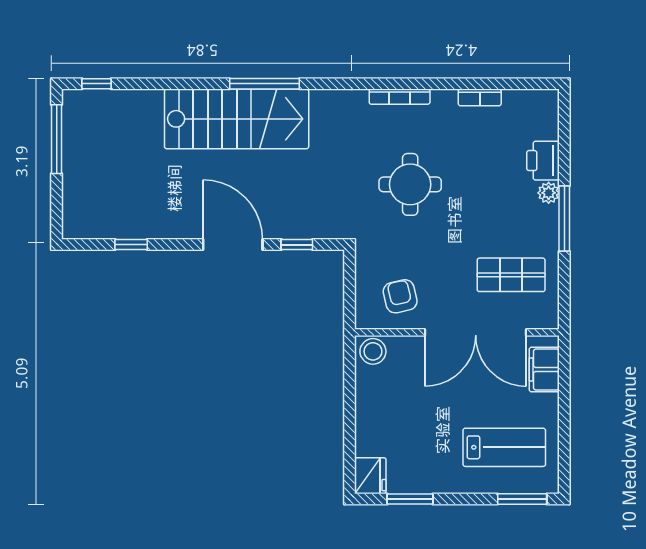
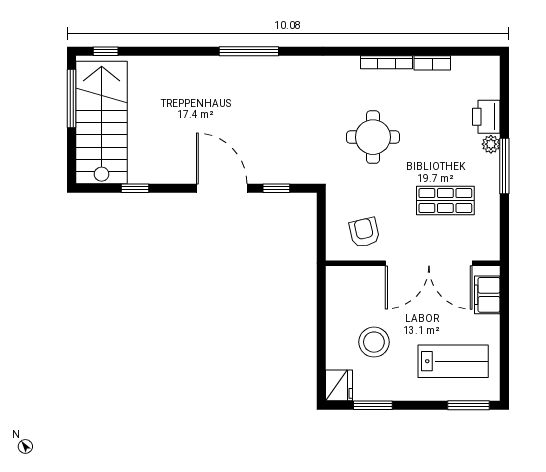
bookcase: (400, 97) -> (386, 62), moved
stairs: (237, 119) -> (102, 123), moved, turned -90
shop shelf: (511, 275) -> (445, 201), moved
stool: (373, 351) -> (374, 342), moved, width x1.38, depth x1.38

